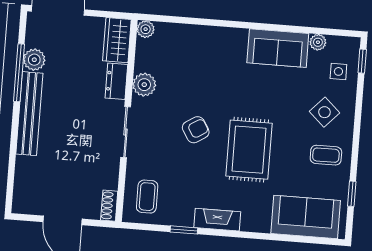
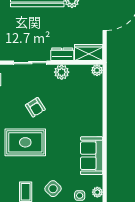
plant: (318, 42) -> (97, 192), moved

